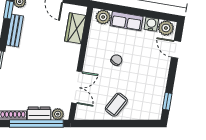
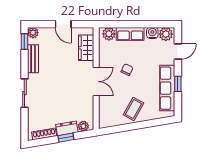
door: (176, 49) -> (178, 51), swing flipped
double door: (77, 87) -> (96, 82), moved
row of seats: (157, 88) -> (167, 88), added
window: (167, 101) -> (178, 84), moved
window: (36, 124) -> (66, 138), width x0.32

